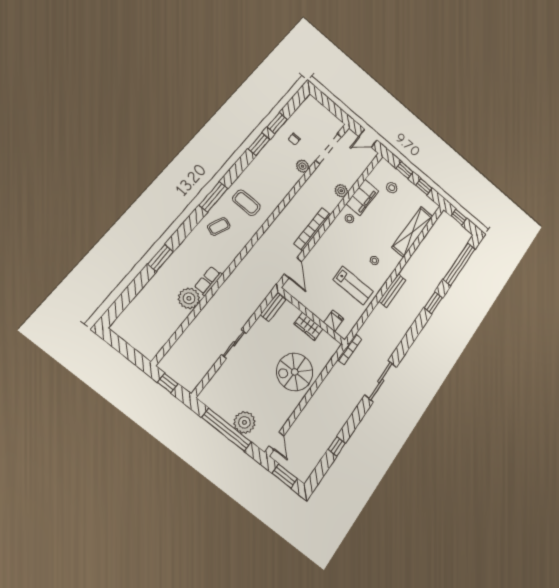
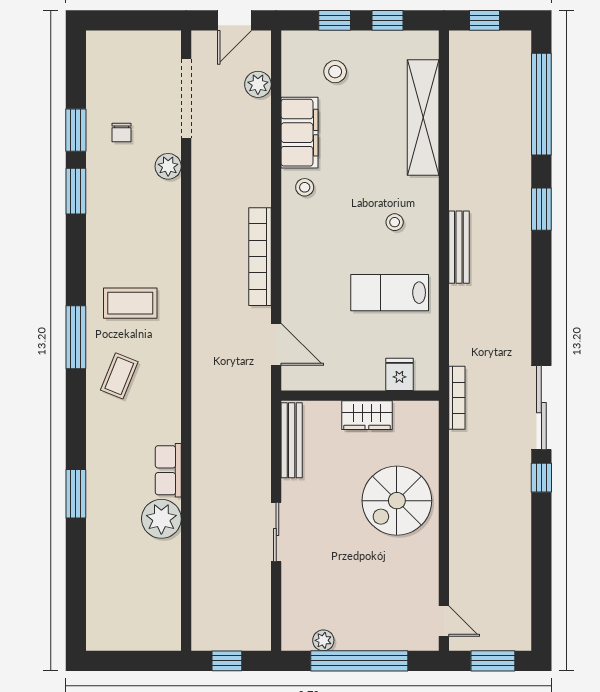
plant: (341, 191) -> (258, 84), moved
lab bench: (353, 285) -> (390, 293), turned 180
bench: (273, 307) -> (292, 440), width x1.36
plant: (244, 422) -> (323, 640), moved, width x0.53, depth x0.53
window: (337, 446) -> (541, 478), moved

